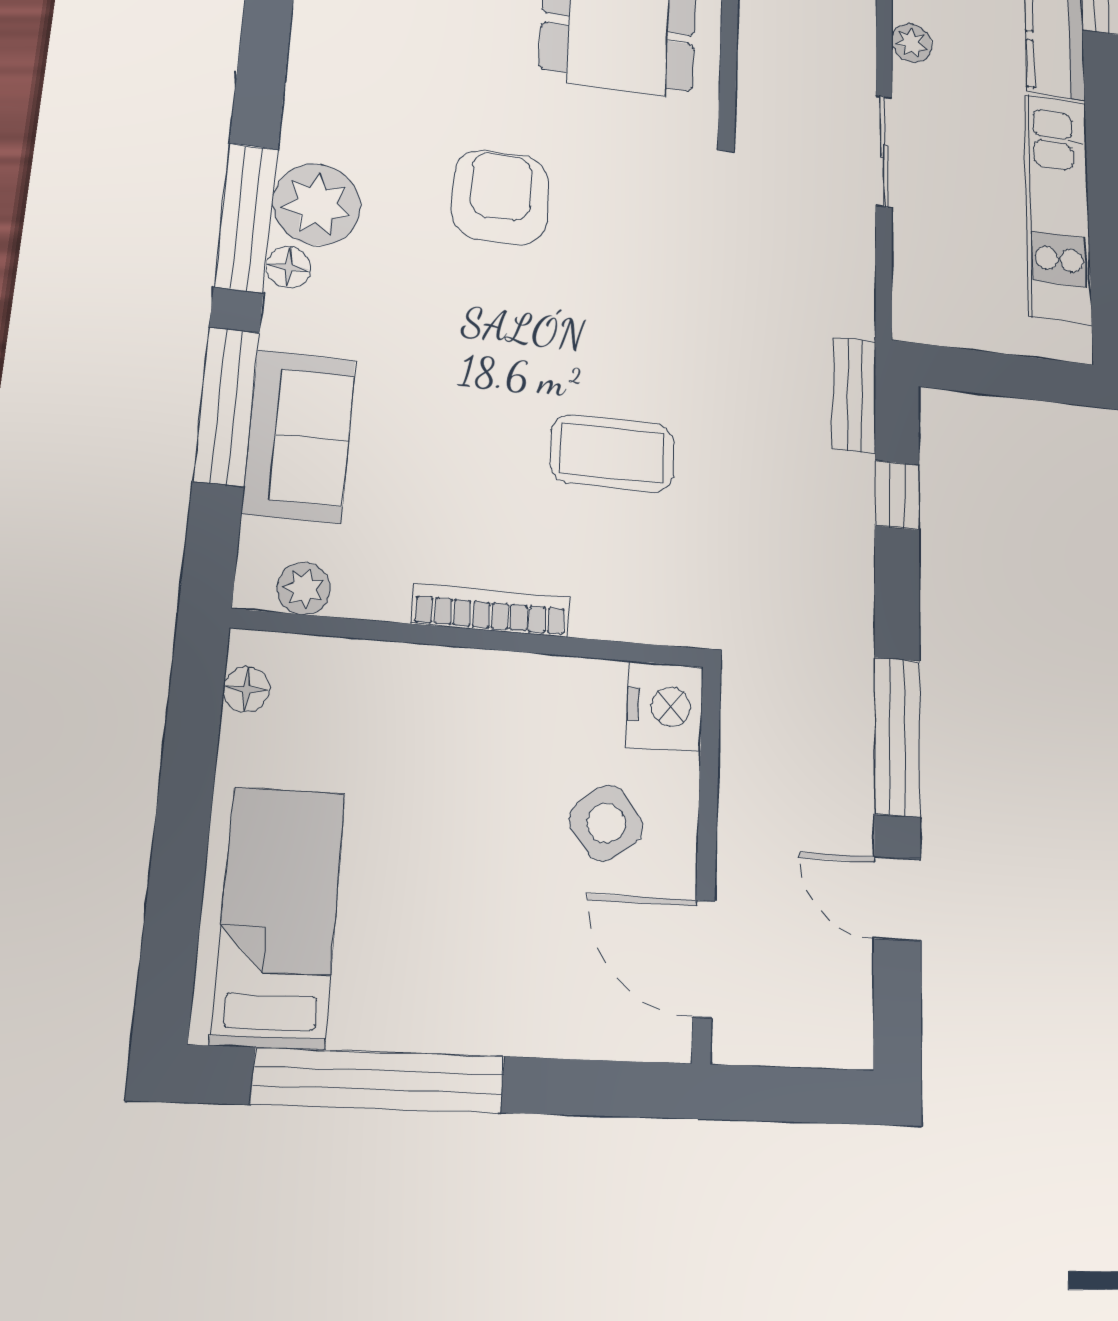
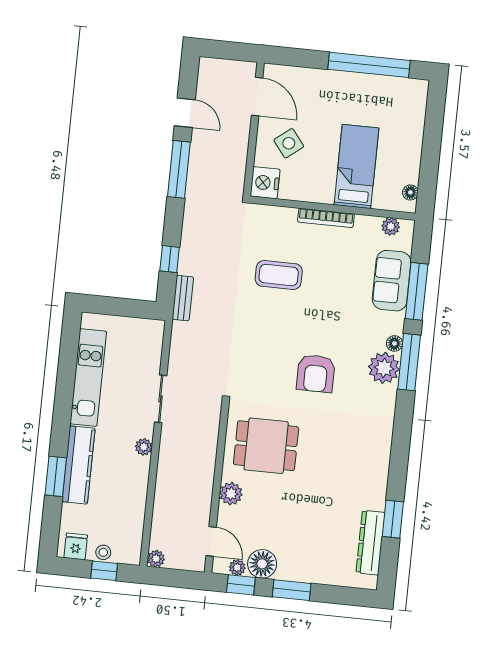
bed: (279, 917) -> (356, 166), moved, turned 180

